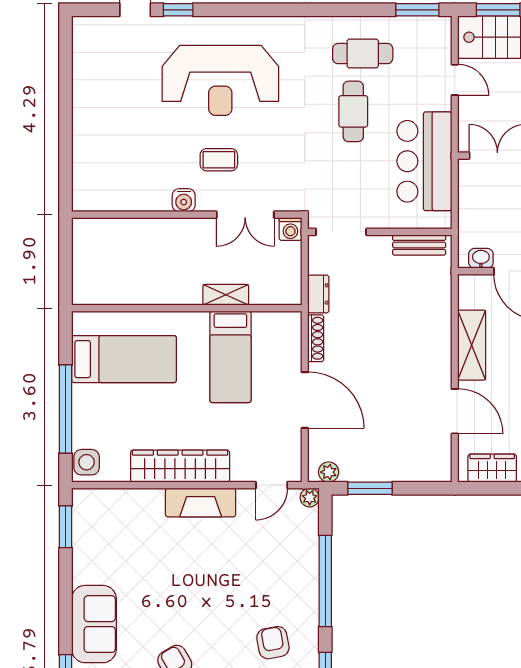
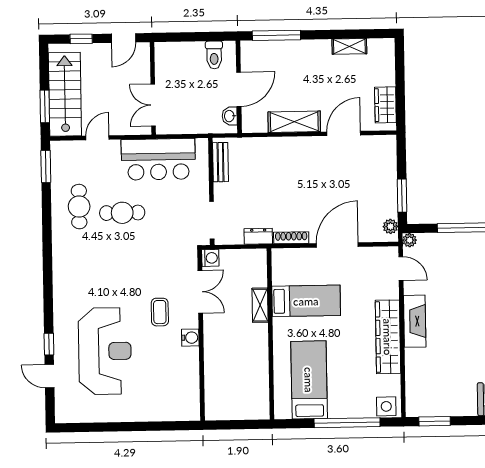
reception desk: (220, 80) -> (105, 351), moved

